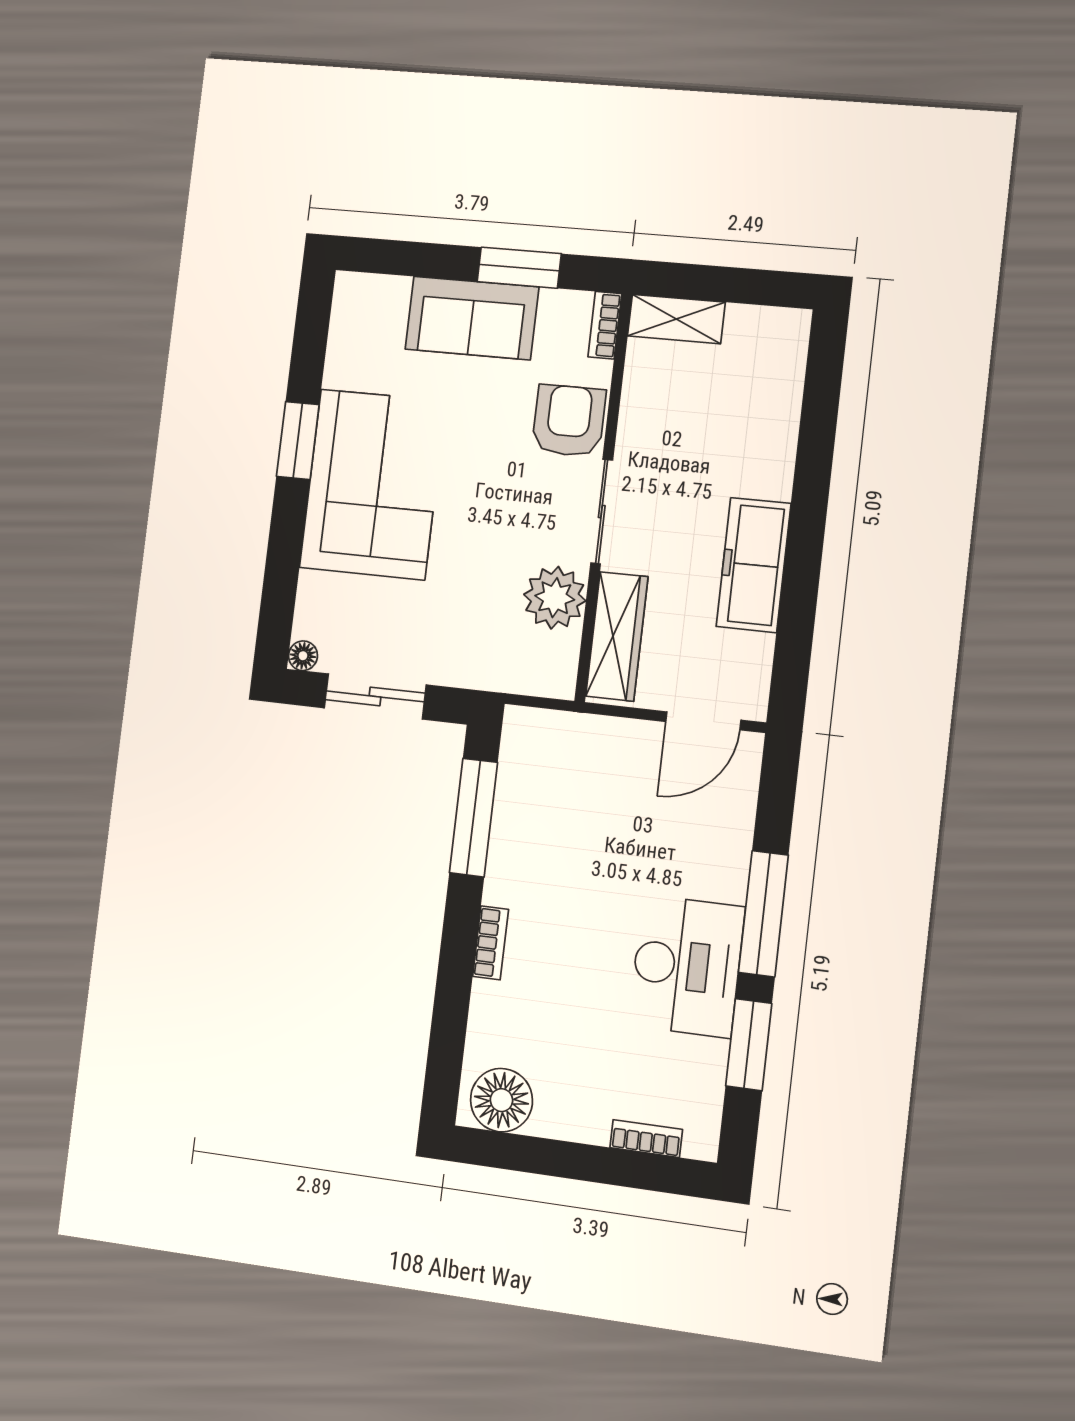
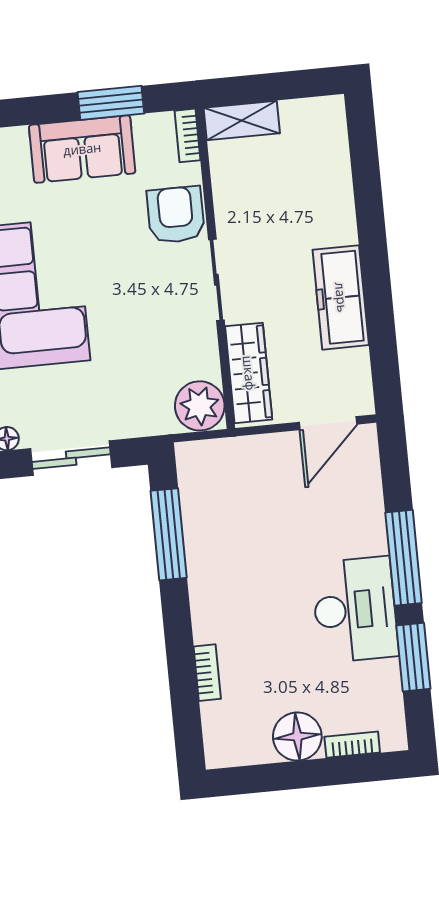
plant: (555, 598) -> (200, 406), moved
bookcase: (491, 943) -> (207, 673), moved
floor lamp: (501, 1100) -> (297, 736), moved

